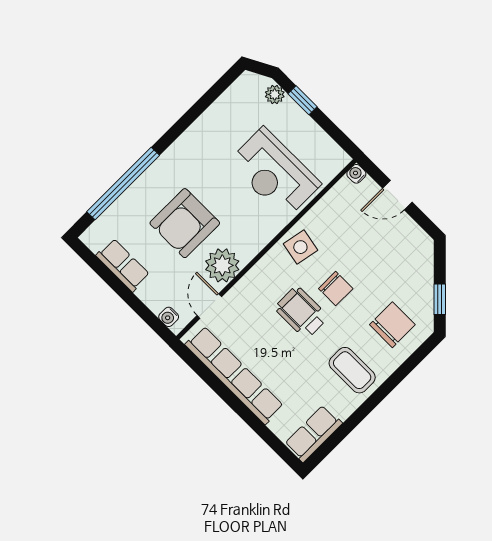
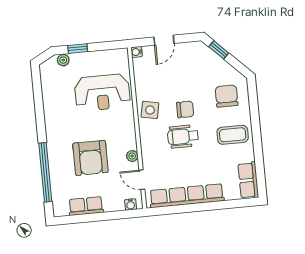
plant: (222, 265) -> (132, 156), width x0.53, depth x0.53
window: (440, 299) -> (219, 50), moved

